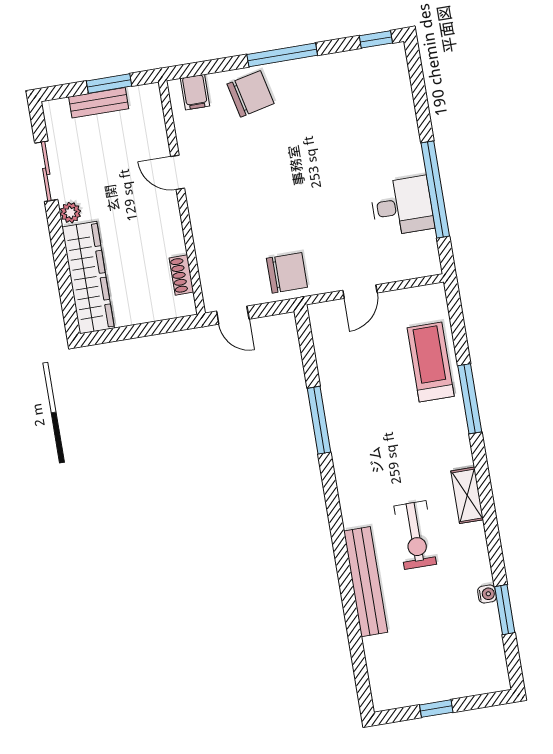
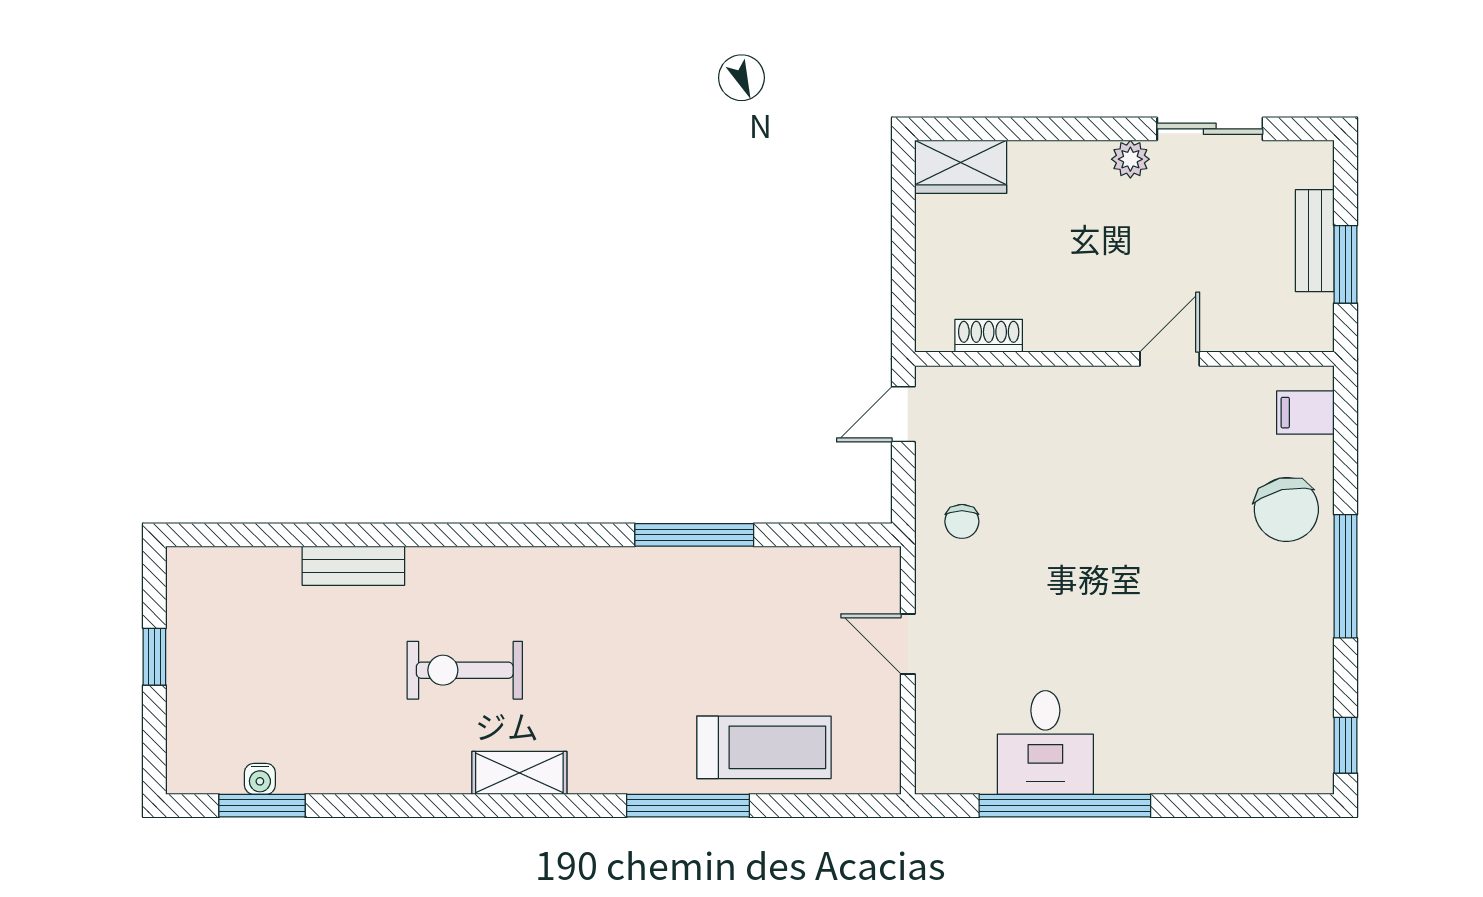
chair: (287, 273) -> (962, 521), width x0.54, depth x0.54
wardrobe: (88, 278) -> (961, 167), width x0.48, depth x0.85
bench: (366, 582) -> (353, 566), width x0.54, depth x0.82
water cooler: (487, 594) -> (260, 779), moved
window: (505, 610) -> (262, 806), moved

